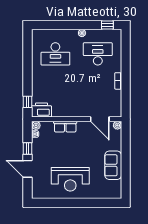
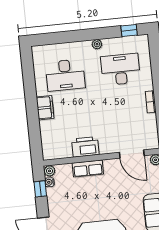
filing cabinet: (38, 77) -> (45, 108), added
window: (28, 102) -> (35, 141), removed
printer: (42, 110) -> (85, 147), moved
window: (28, 148) -> (40, 189), moved

